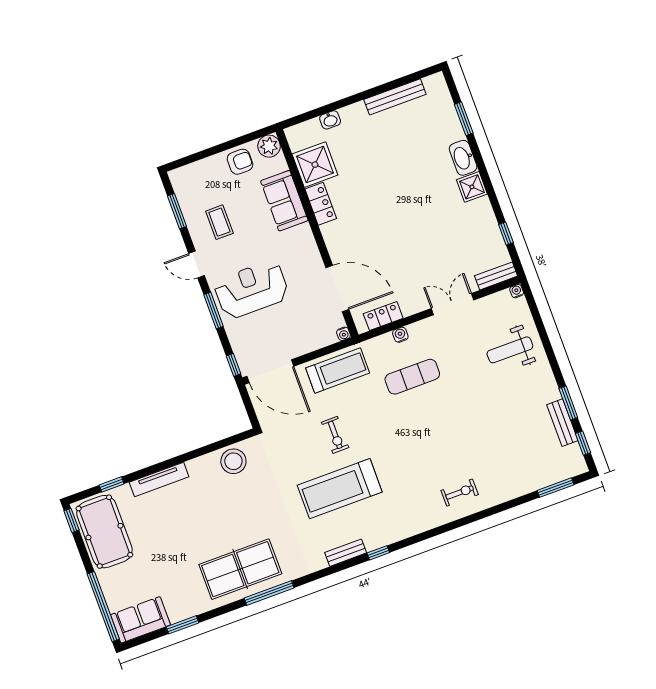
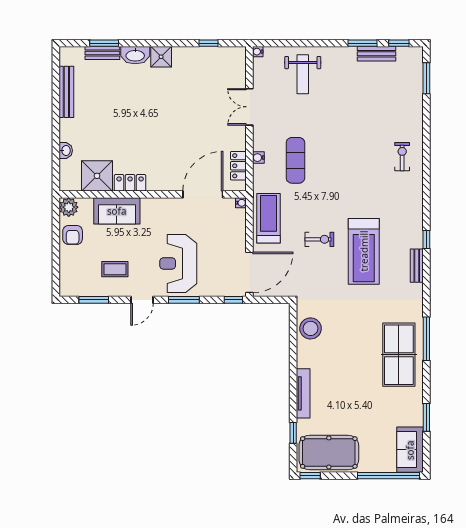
armchair: (240, 162) -> (73, 235), turned 180
bench: (496, 276) -> (102, 53), moved, turned 90

